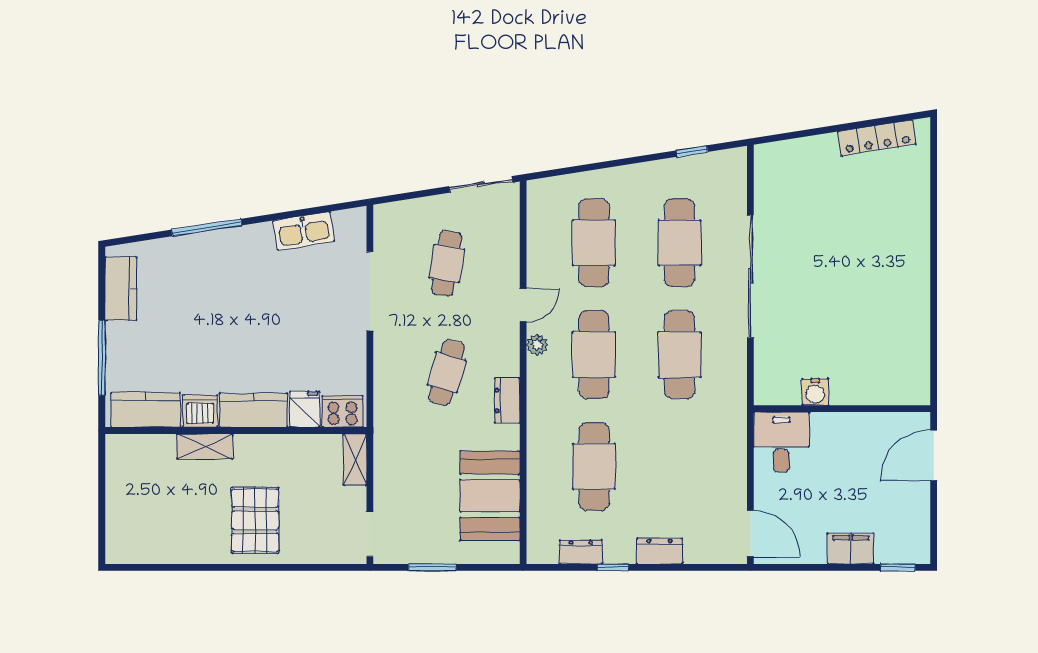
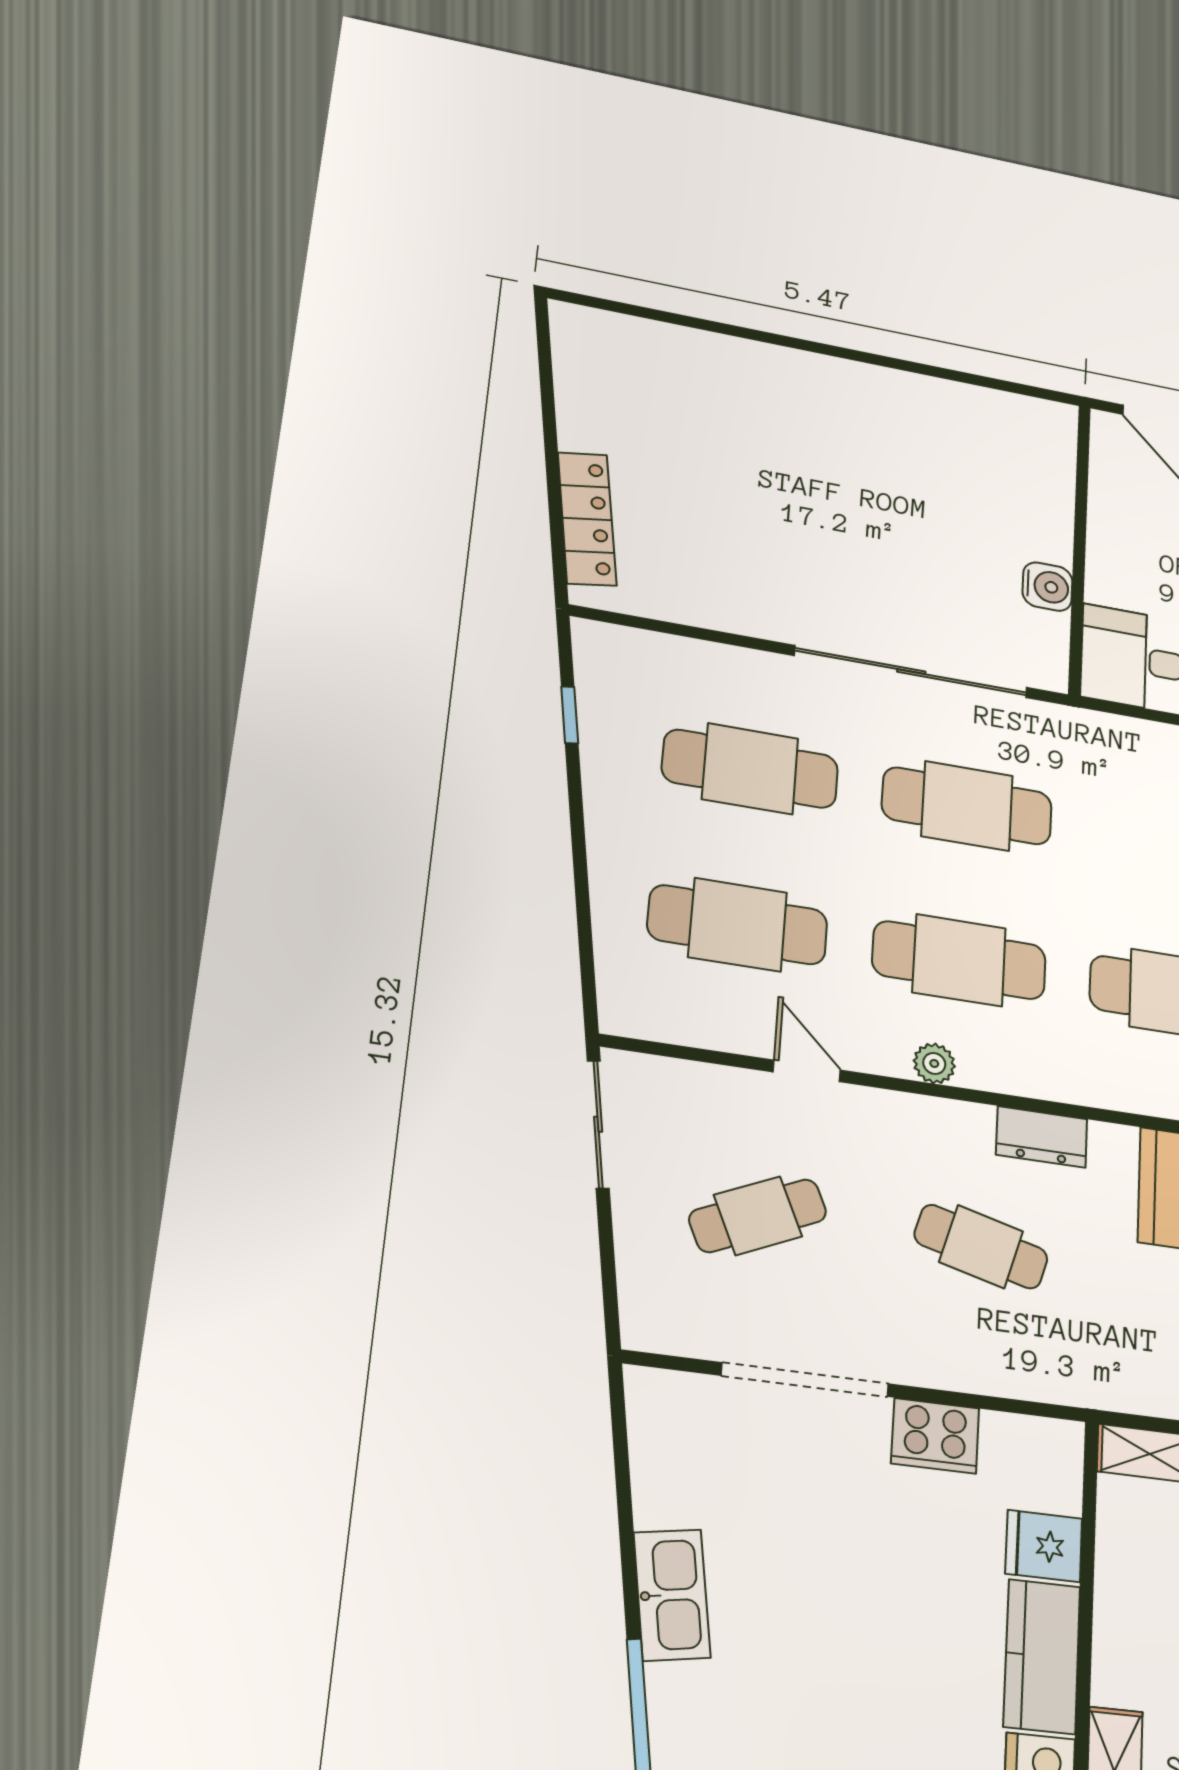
locker: (877, 138) -> (587, 519), moved
kitchen sink: (304, 231) -> (672, 1595), moved
cafe table: (447, 263) -> (758, 1216), turned -33
sliding door: (750, 276) -> (911, 672), moved
door: (523, 305) -> (807, 1071), moved
cooker: (343, 411) -> (935, 1436), moved, turned -90

